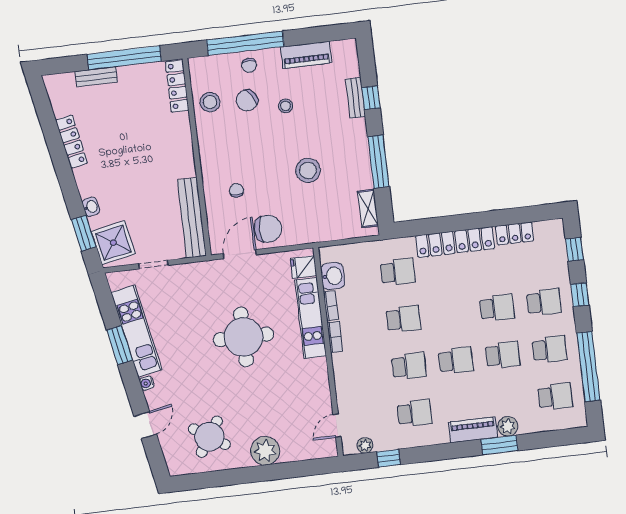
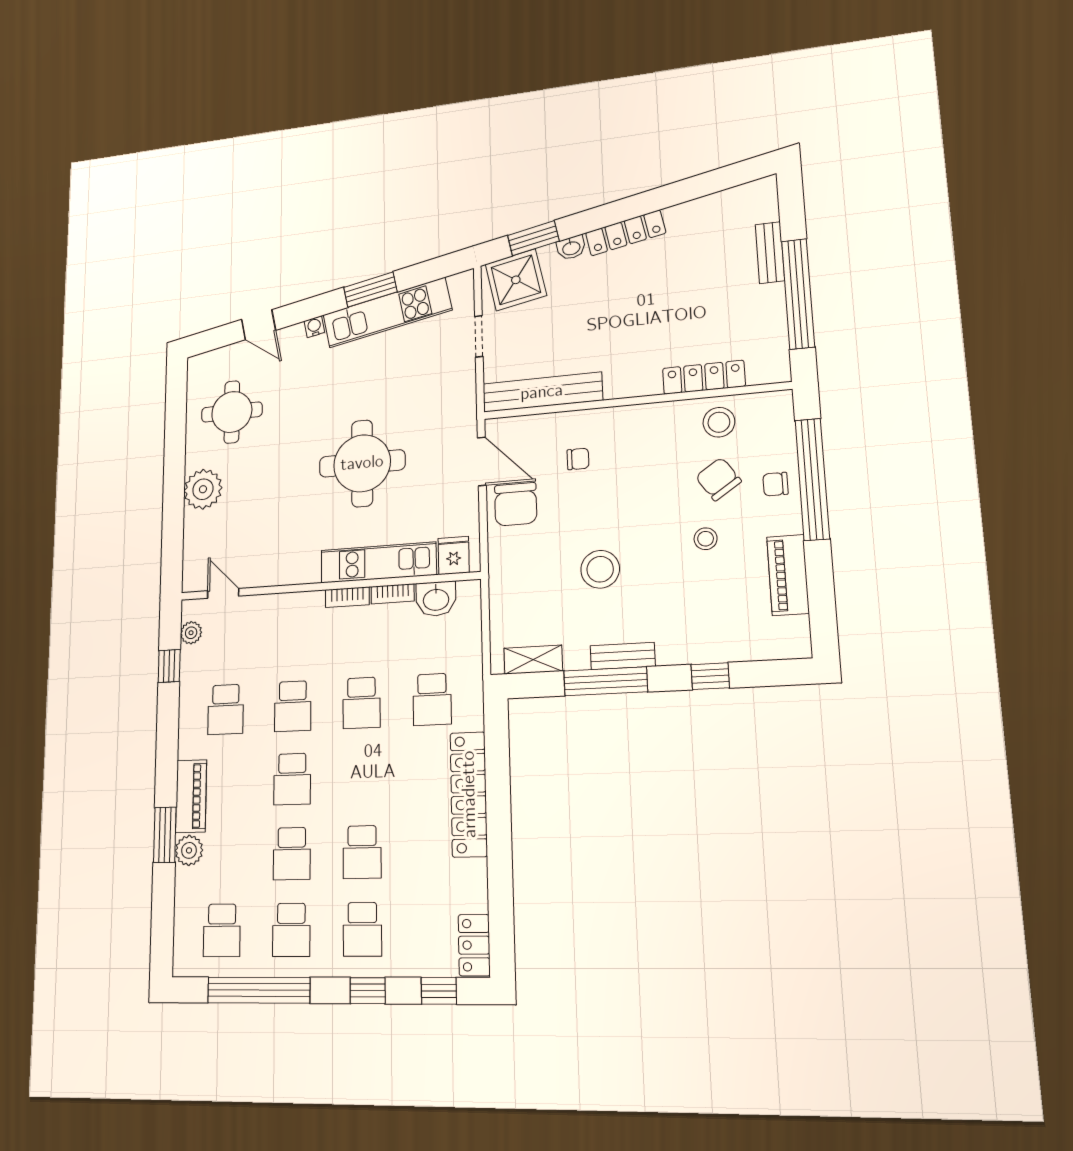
locker: (177, 86) -> (704, 377), moved
bench: (356, 98) -> (623, 656), moved
locker: (72, 142) -> (626, 233), moved
locker: (515, 233) -> (474, 945), moved
round table: (209, 437) -> (232, 412), turned -33

